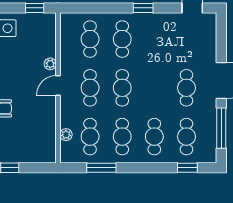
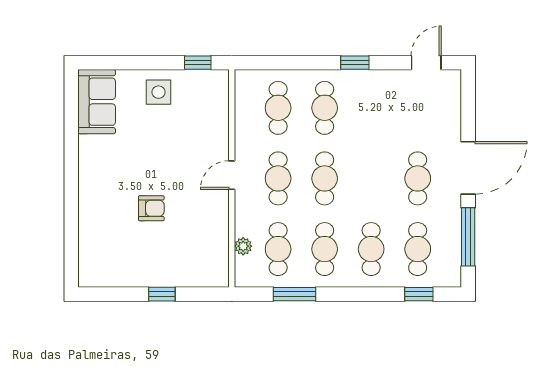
plant: (50, 64) -> (220, 144), removed

